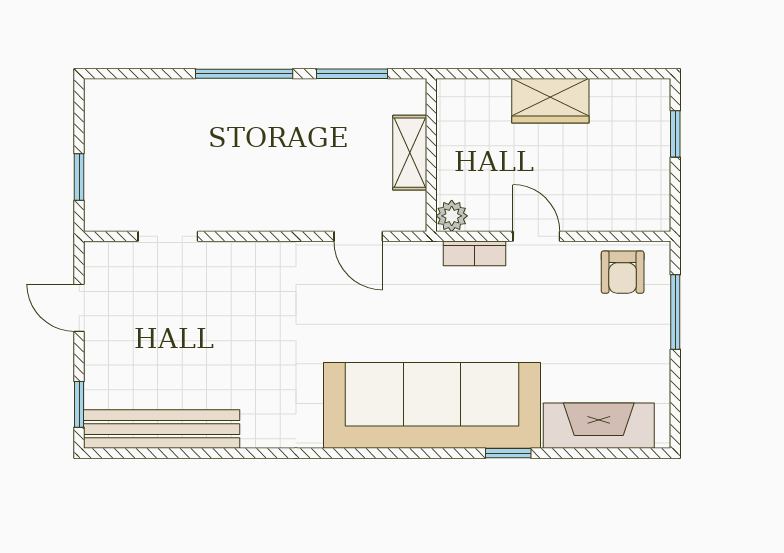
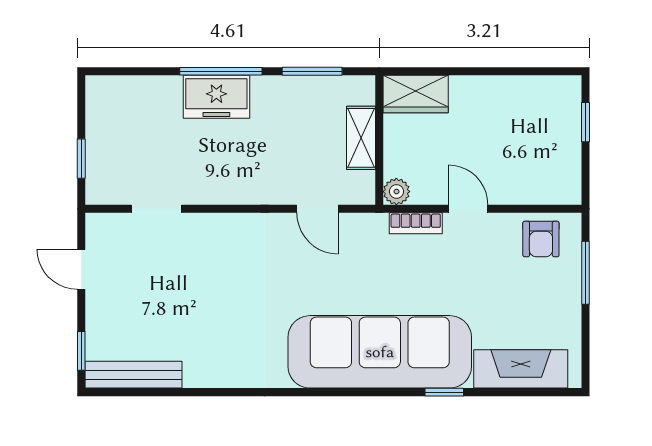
wardrobe: (550, 101) -> (416, 94), moved
freezer: (239, 104) -> (216, 97), added
bench: (162, 429) -> (133, 375), width x0.73, depth x0.82

